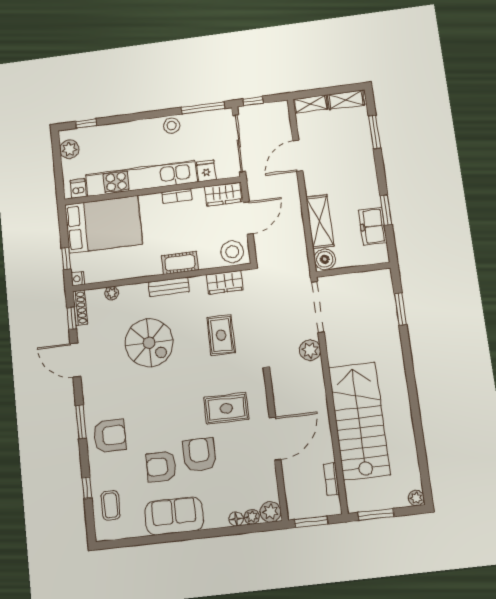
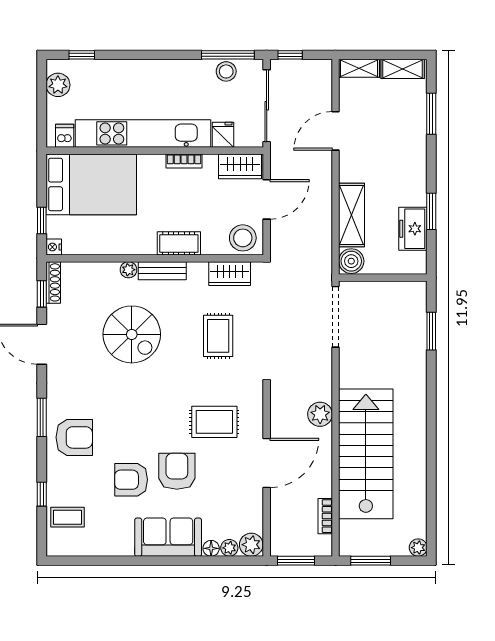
stool: (172, 126) -> (226, 71), moved
plant: (112, 293) -> (128, 270), moved
plant: (310, 350) -> (320, 414), moved
coffee table: (111, 505) -> (67, 517), turned 90
sofa: (174, 516) -> (168, 537), moved

